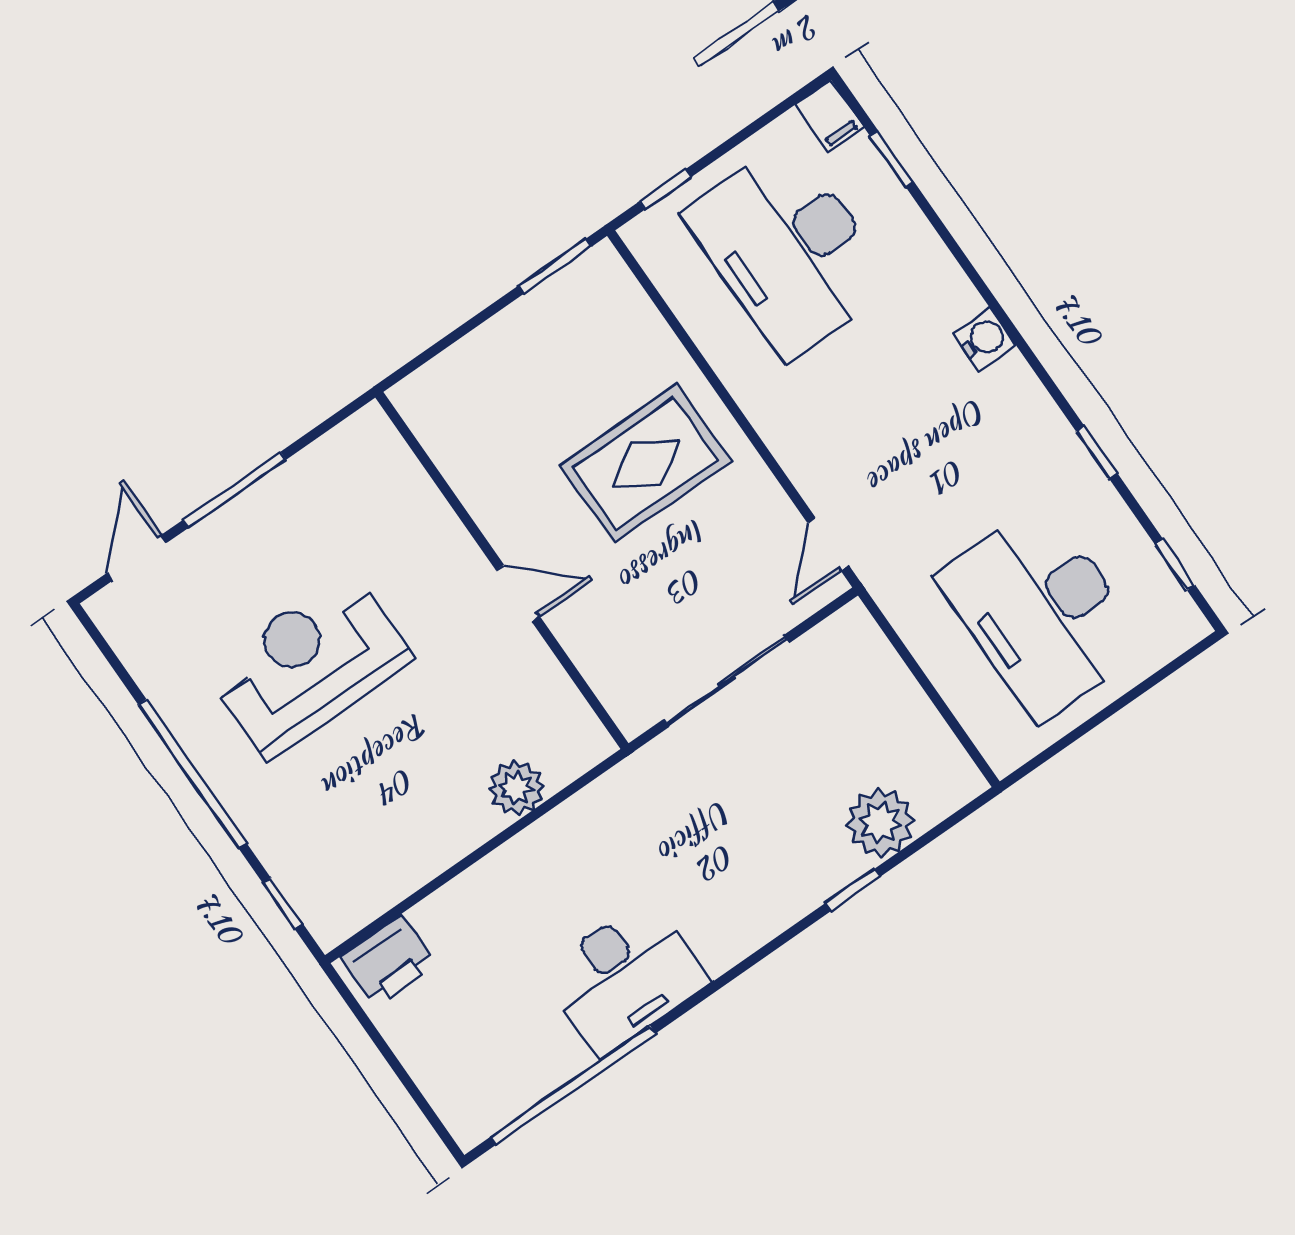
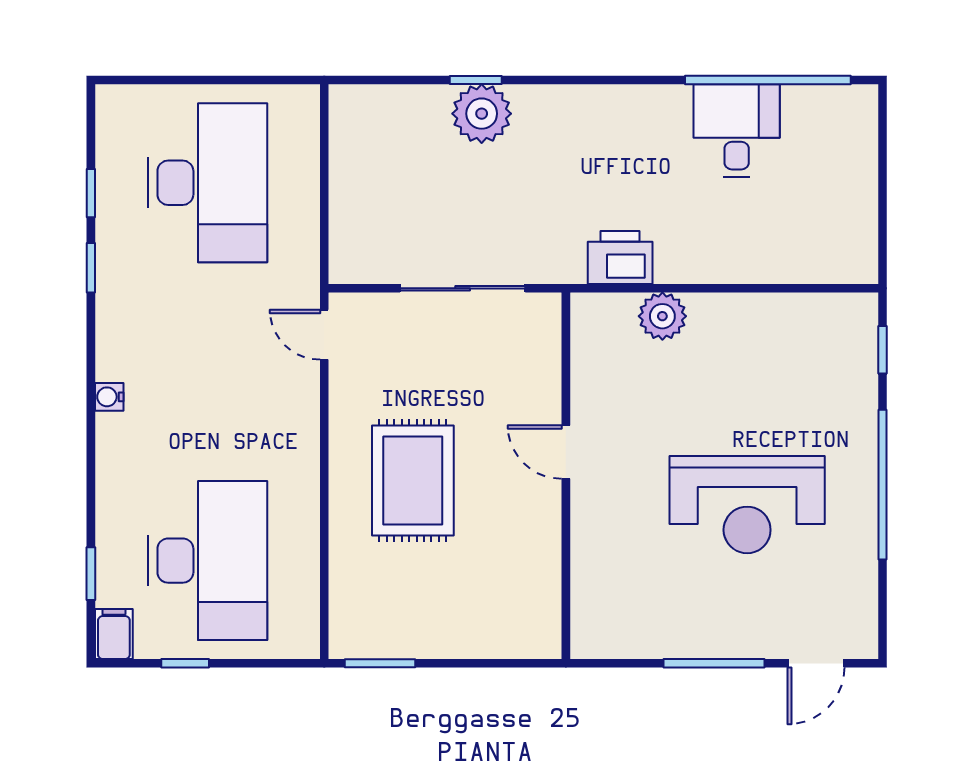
window: (665, 189) -> (185, 663), moved
water cooler: (984, 339) -> (109, 397), width x0.72, depth x0.72
rug: (646, 464) -> (413, 480), turned 90
door: (828, 544) -> (324, 335), swing flipped
window: (1175, 565) -> (91, 193), moved
plant: (880, 823) -> (482, 114), moved
printer: (388, 961) -> (620, 258), moved
desk: (624, 977) -> (737, 131), moved, width x0.73

